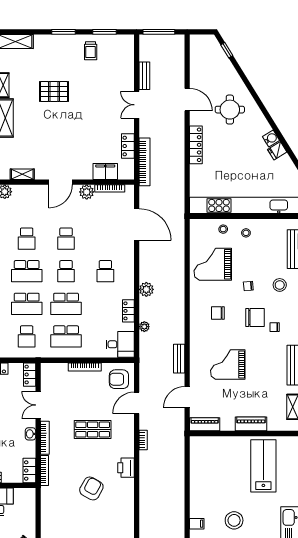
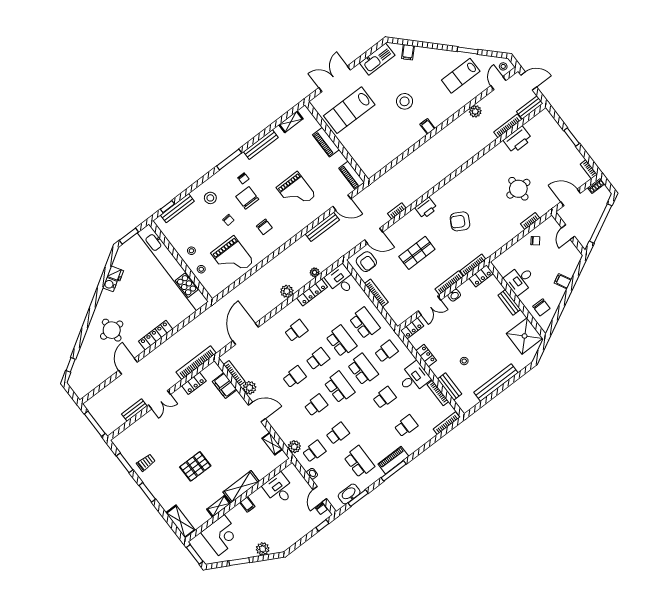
pallet: (54, 91) -> (195, 466), turned 90
locker: (128, 311) -> (312, 292), width x1.53
bench: (179, 359) -> (322, 227), width x1.36
shop shelf: (93, 430) -> (417, 253), turned 90

